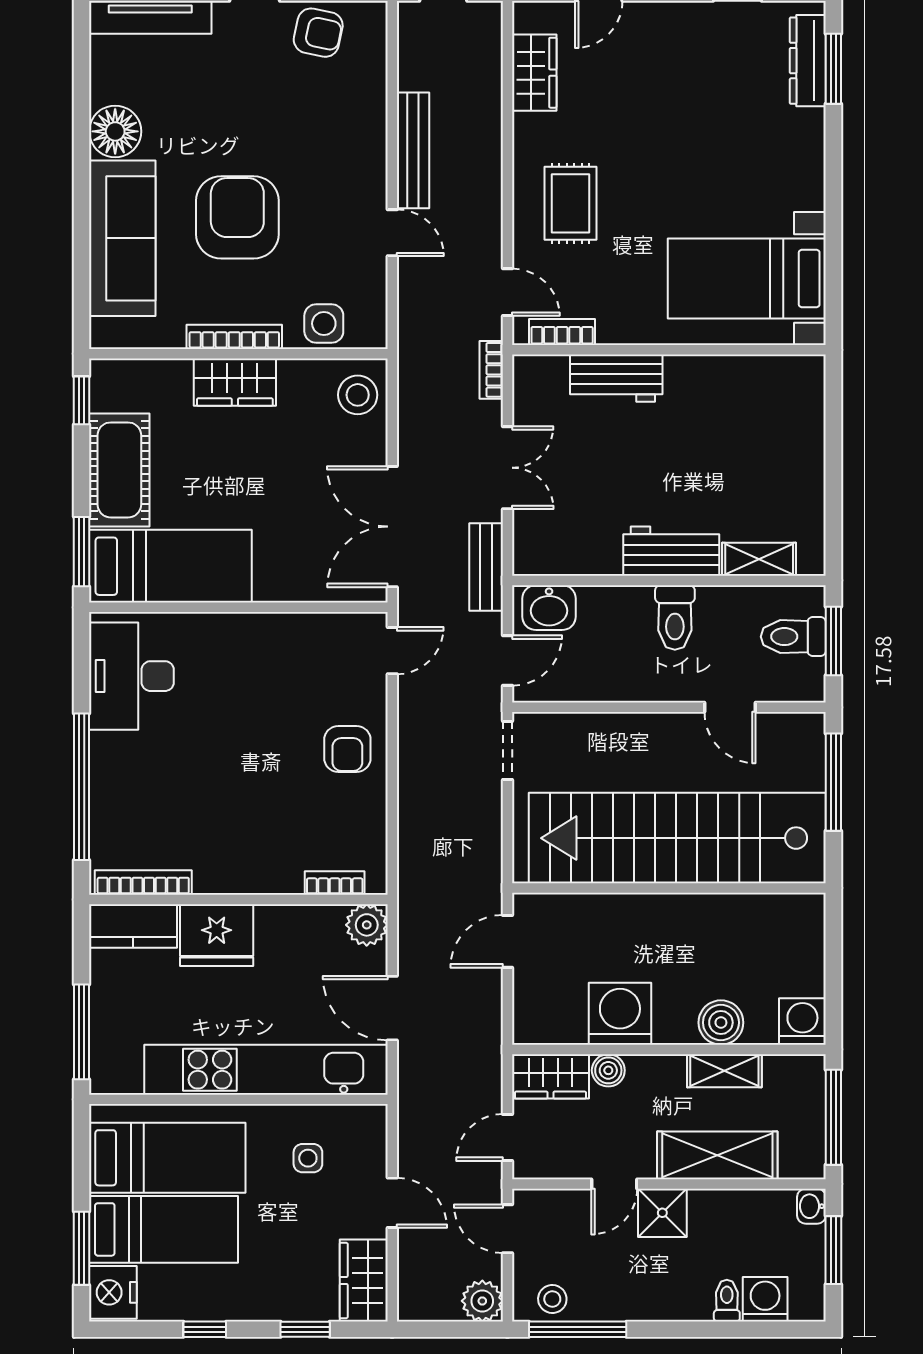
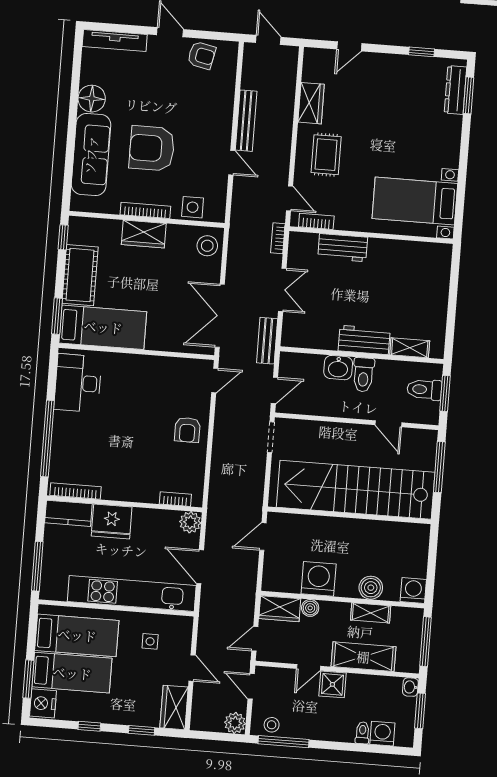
wardrobe: (534, 73) -> (311, 103), moved
armchair: (237, 217) -> (152, 148), turned -90
washbasin: (549, 608) -> (338, 368), moved

